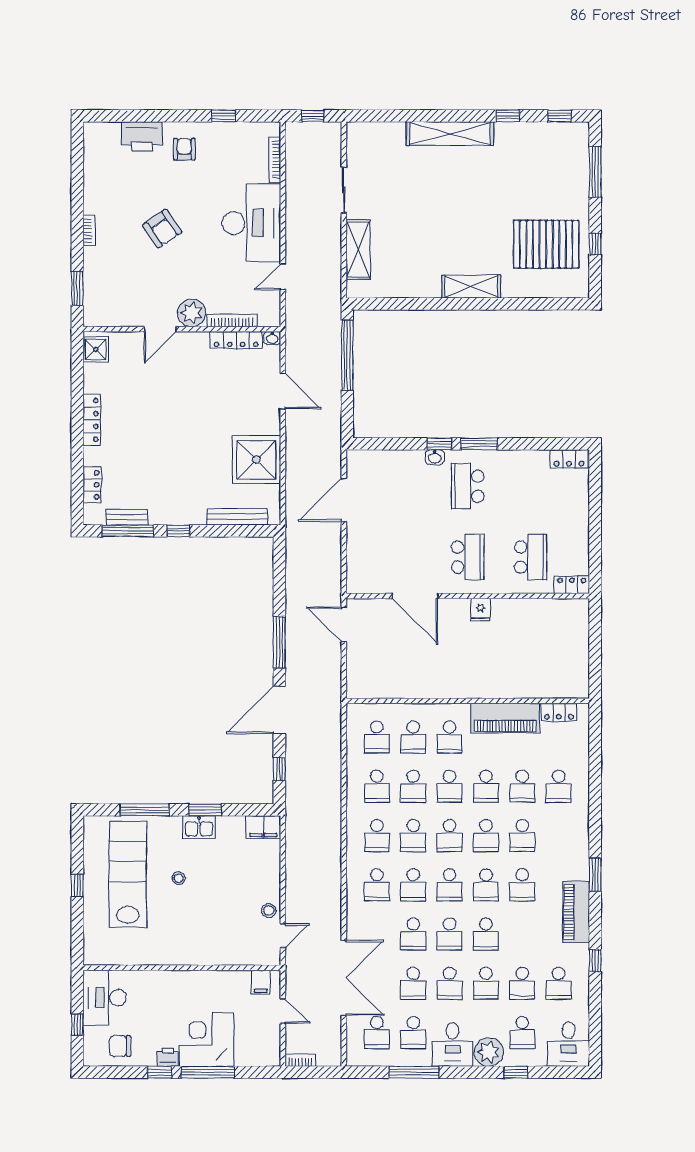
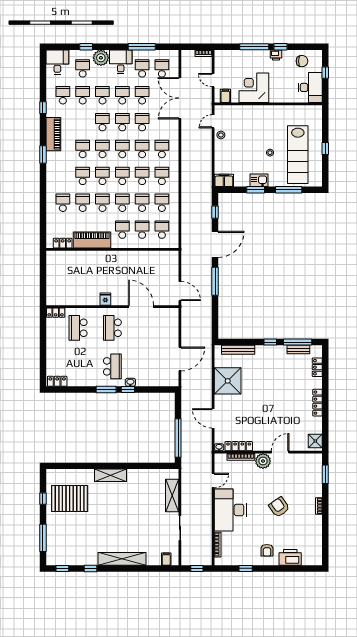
filing cabinet: (369, 133) -> (166, 559), added
corner desk: (207, 1039) -> (254, 88), moved, turned 180

